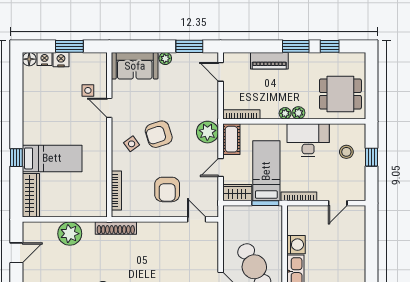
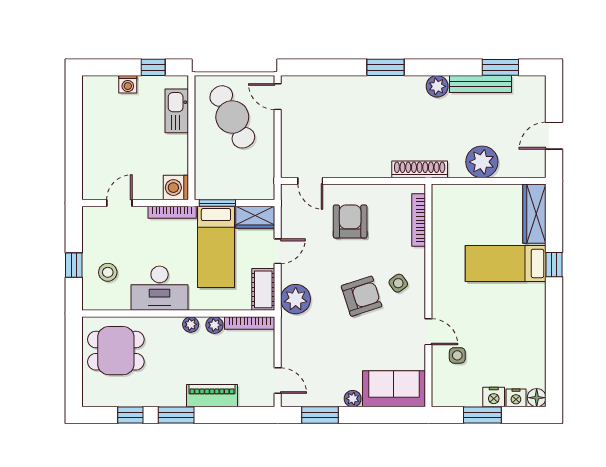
plant: (298, 113) -> (214, 325), moved
washing machine: (296, 245) -> (176, 188), moved

